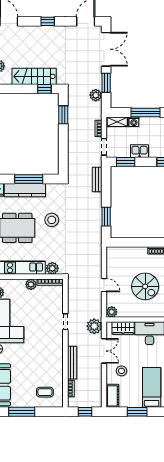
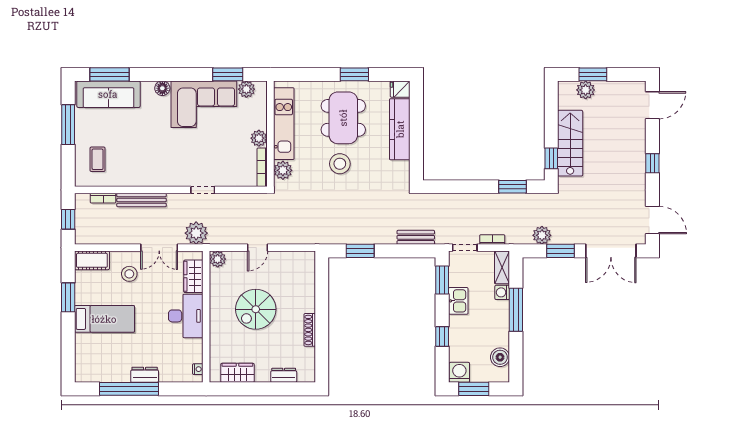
window: (29, 179) -> (416, 135), removed
stool: (52, 220) -> (340, 164), moved

